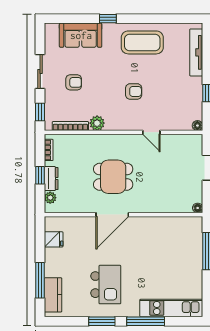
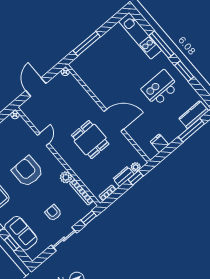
window: (78, 19) -> (12, 243), added
armchair: (134, 91) -> (28, 171), width x1.88, depth x1.88
window: (40, 175) -> (136, 178), moved

